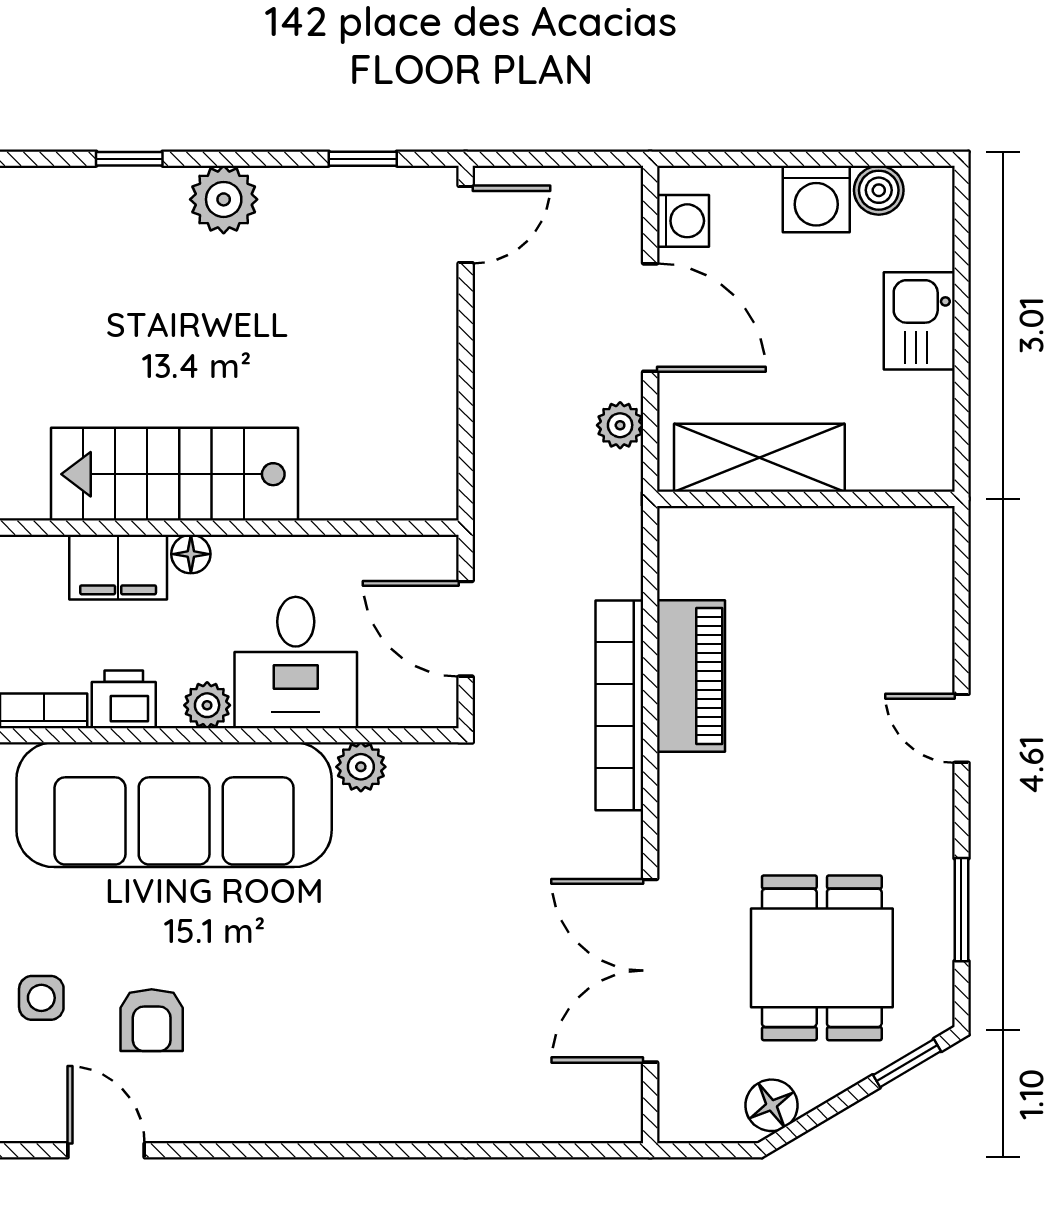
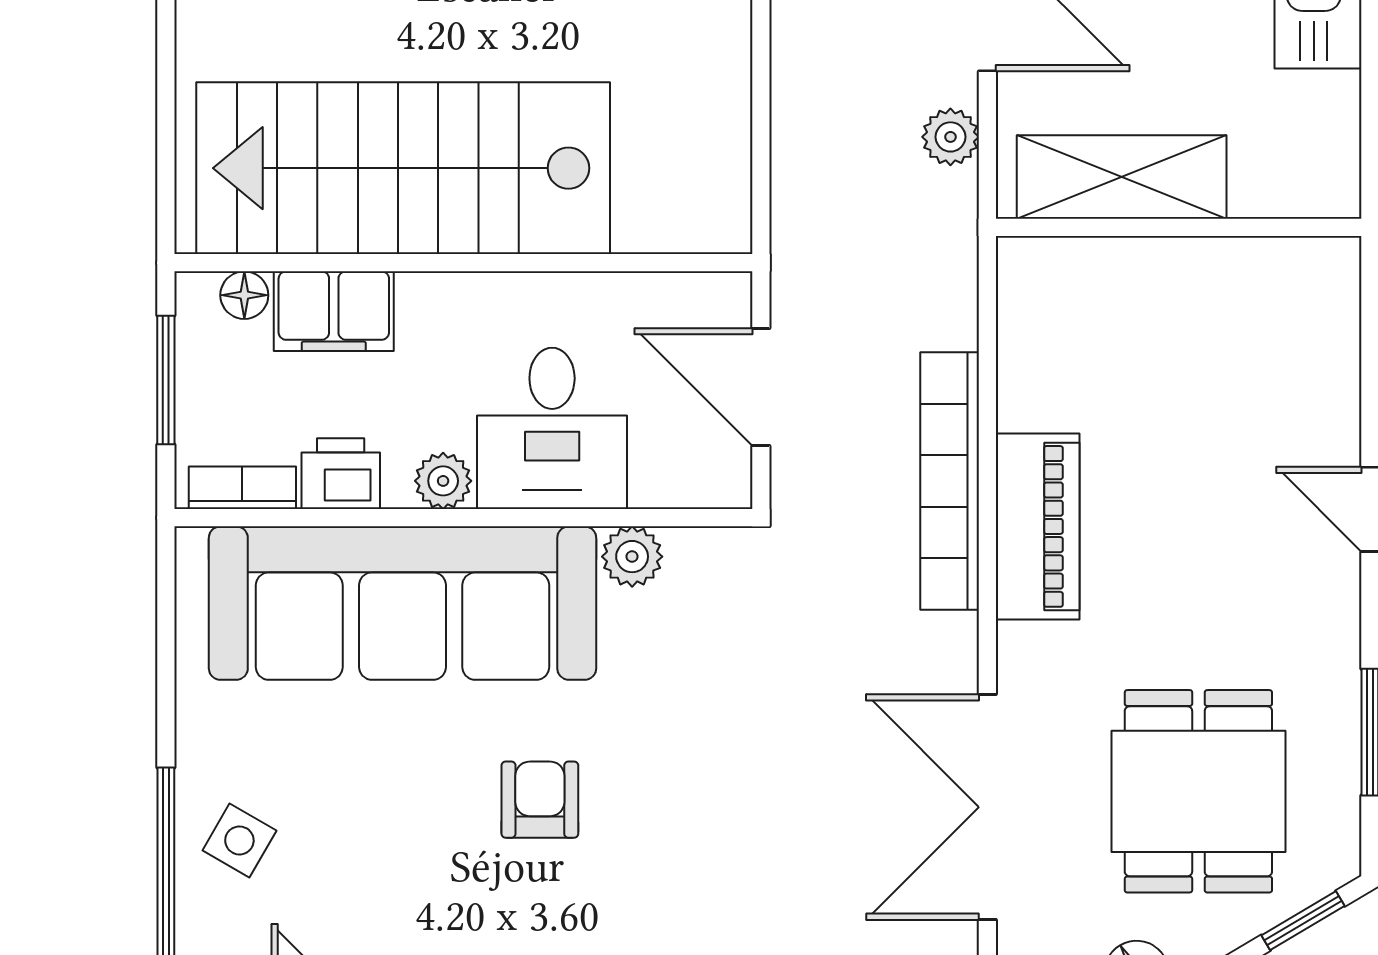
stairs: (175, 474) -> (403, 168), width x1.36, depth x1.51
floor lamp: (191, 554) -> (244, 295), moved
piano: (691, 676) -> (1038, 526), moved
side table: (41, 998) -> (239, 840), turned 30
armchair: (152, 1020) -> (540, 800), moved, turned 180

